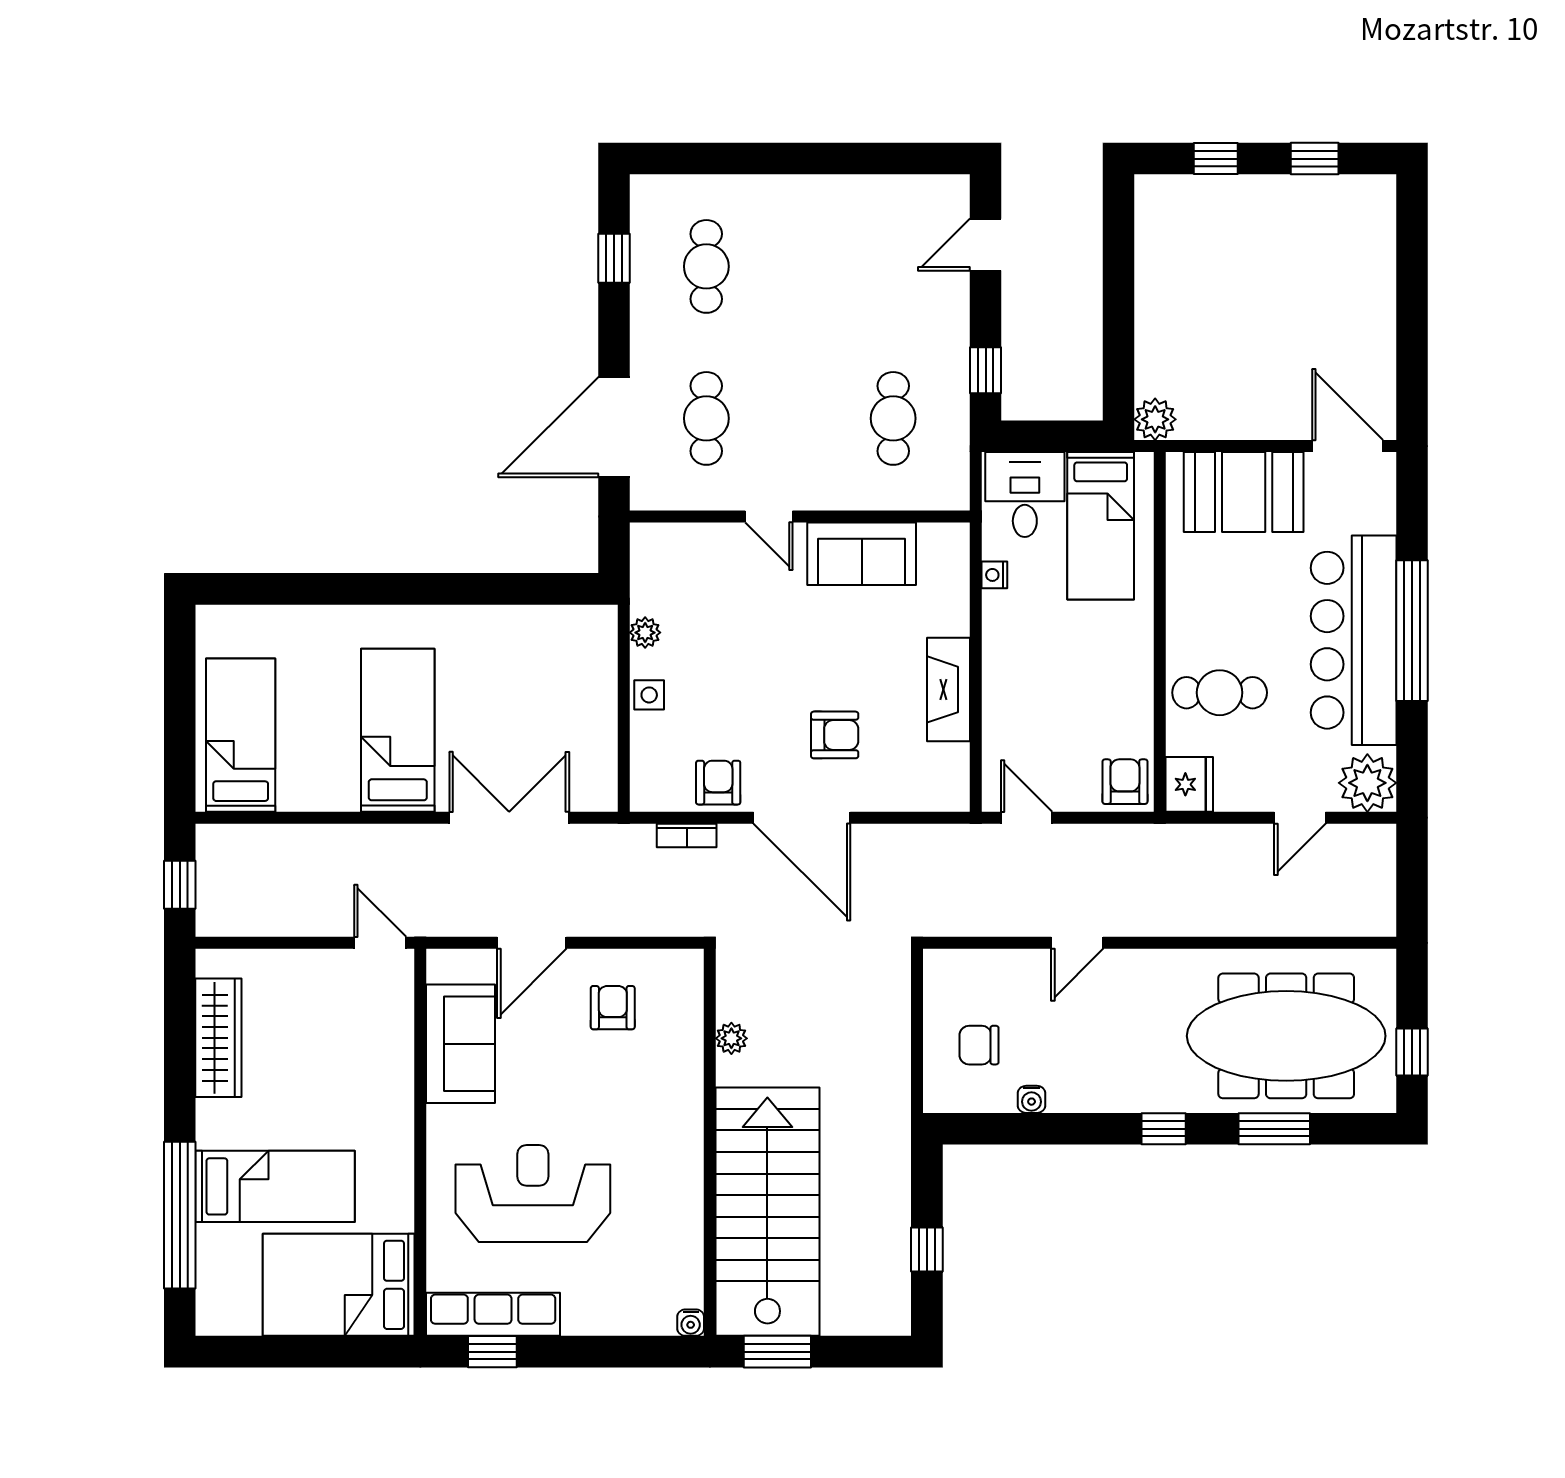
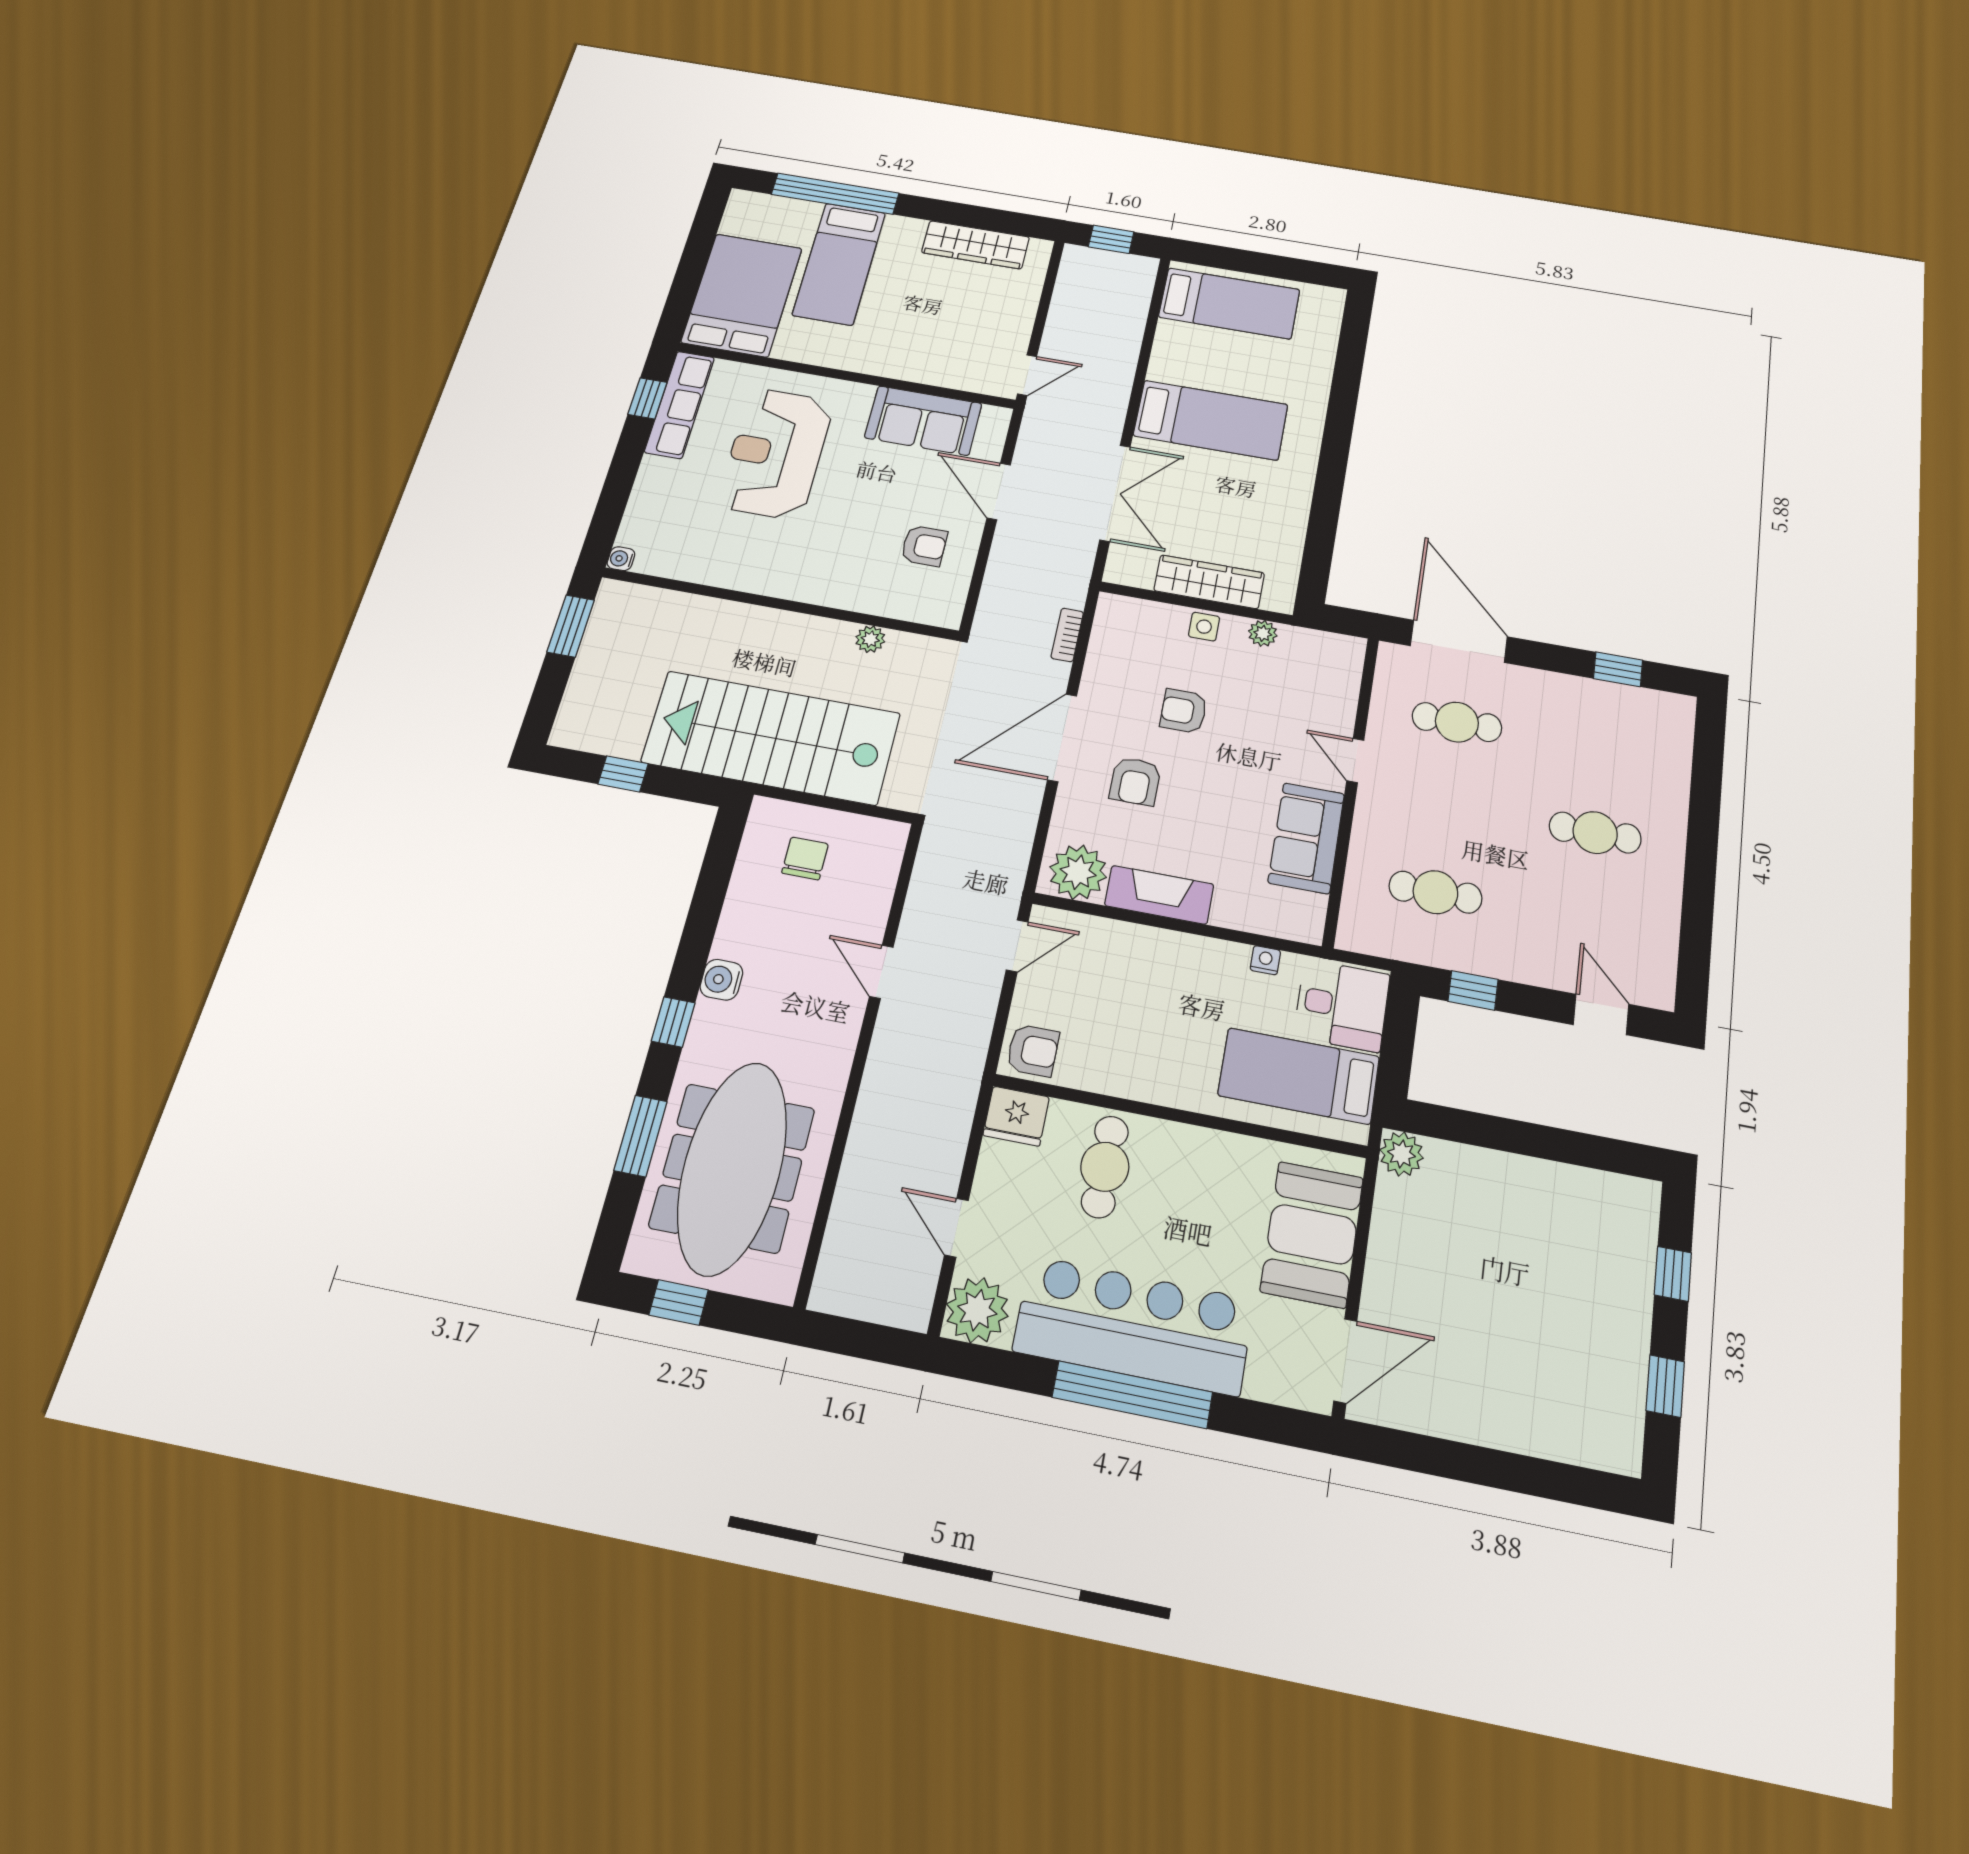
cafe table: (706, 266) -> (1595, 833), moved
door: (769, 516) -> (1355, 760), hinge flipped
wardrobe: (596, 698) -> (1209, 582), added
plant: (941, 773) -> (1078, 872), added
armchair: (718, 783) -> (1184, 711), moved, turned 180
water cooler: (1032, 1099) -> (721, 980), moved, width x1.38, depth x1.38
reception desk: (533, 1194) -> (776, 453), turned 180
stairs: (767, 1212) -> (771, 738), moved, turned 180

